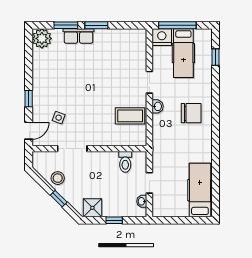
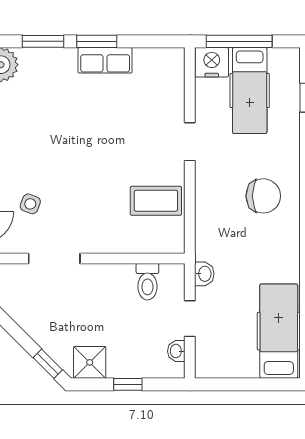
row of seats: (79, 36) -> (105, 60), moved
washbasin: (158, 106) -> (204, 274), moved
stool: (58, 178) -> (29, 310), removed
window: (59, 199) -> (48, 364), moved

